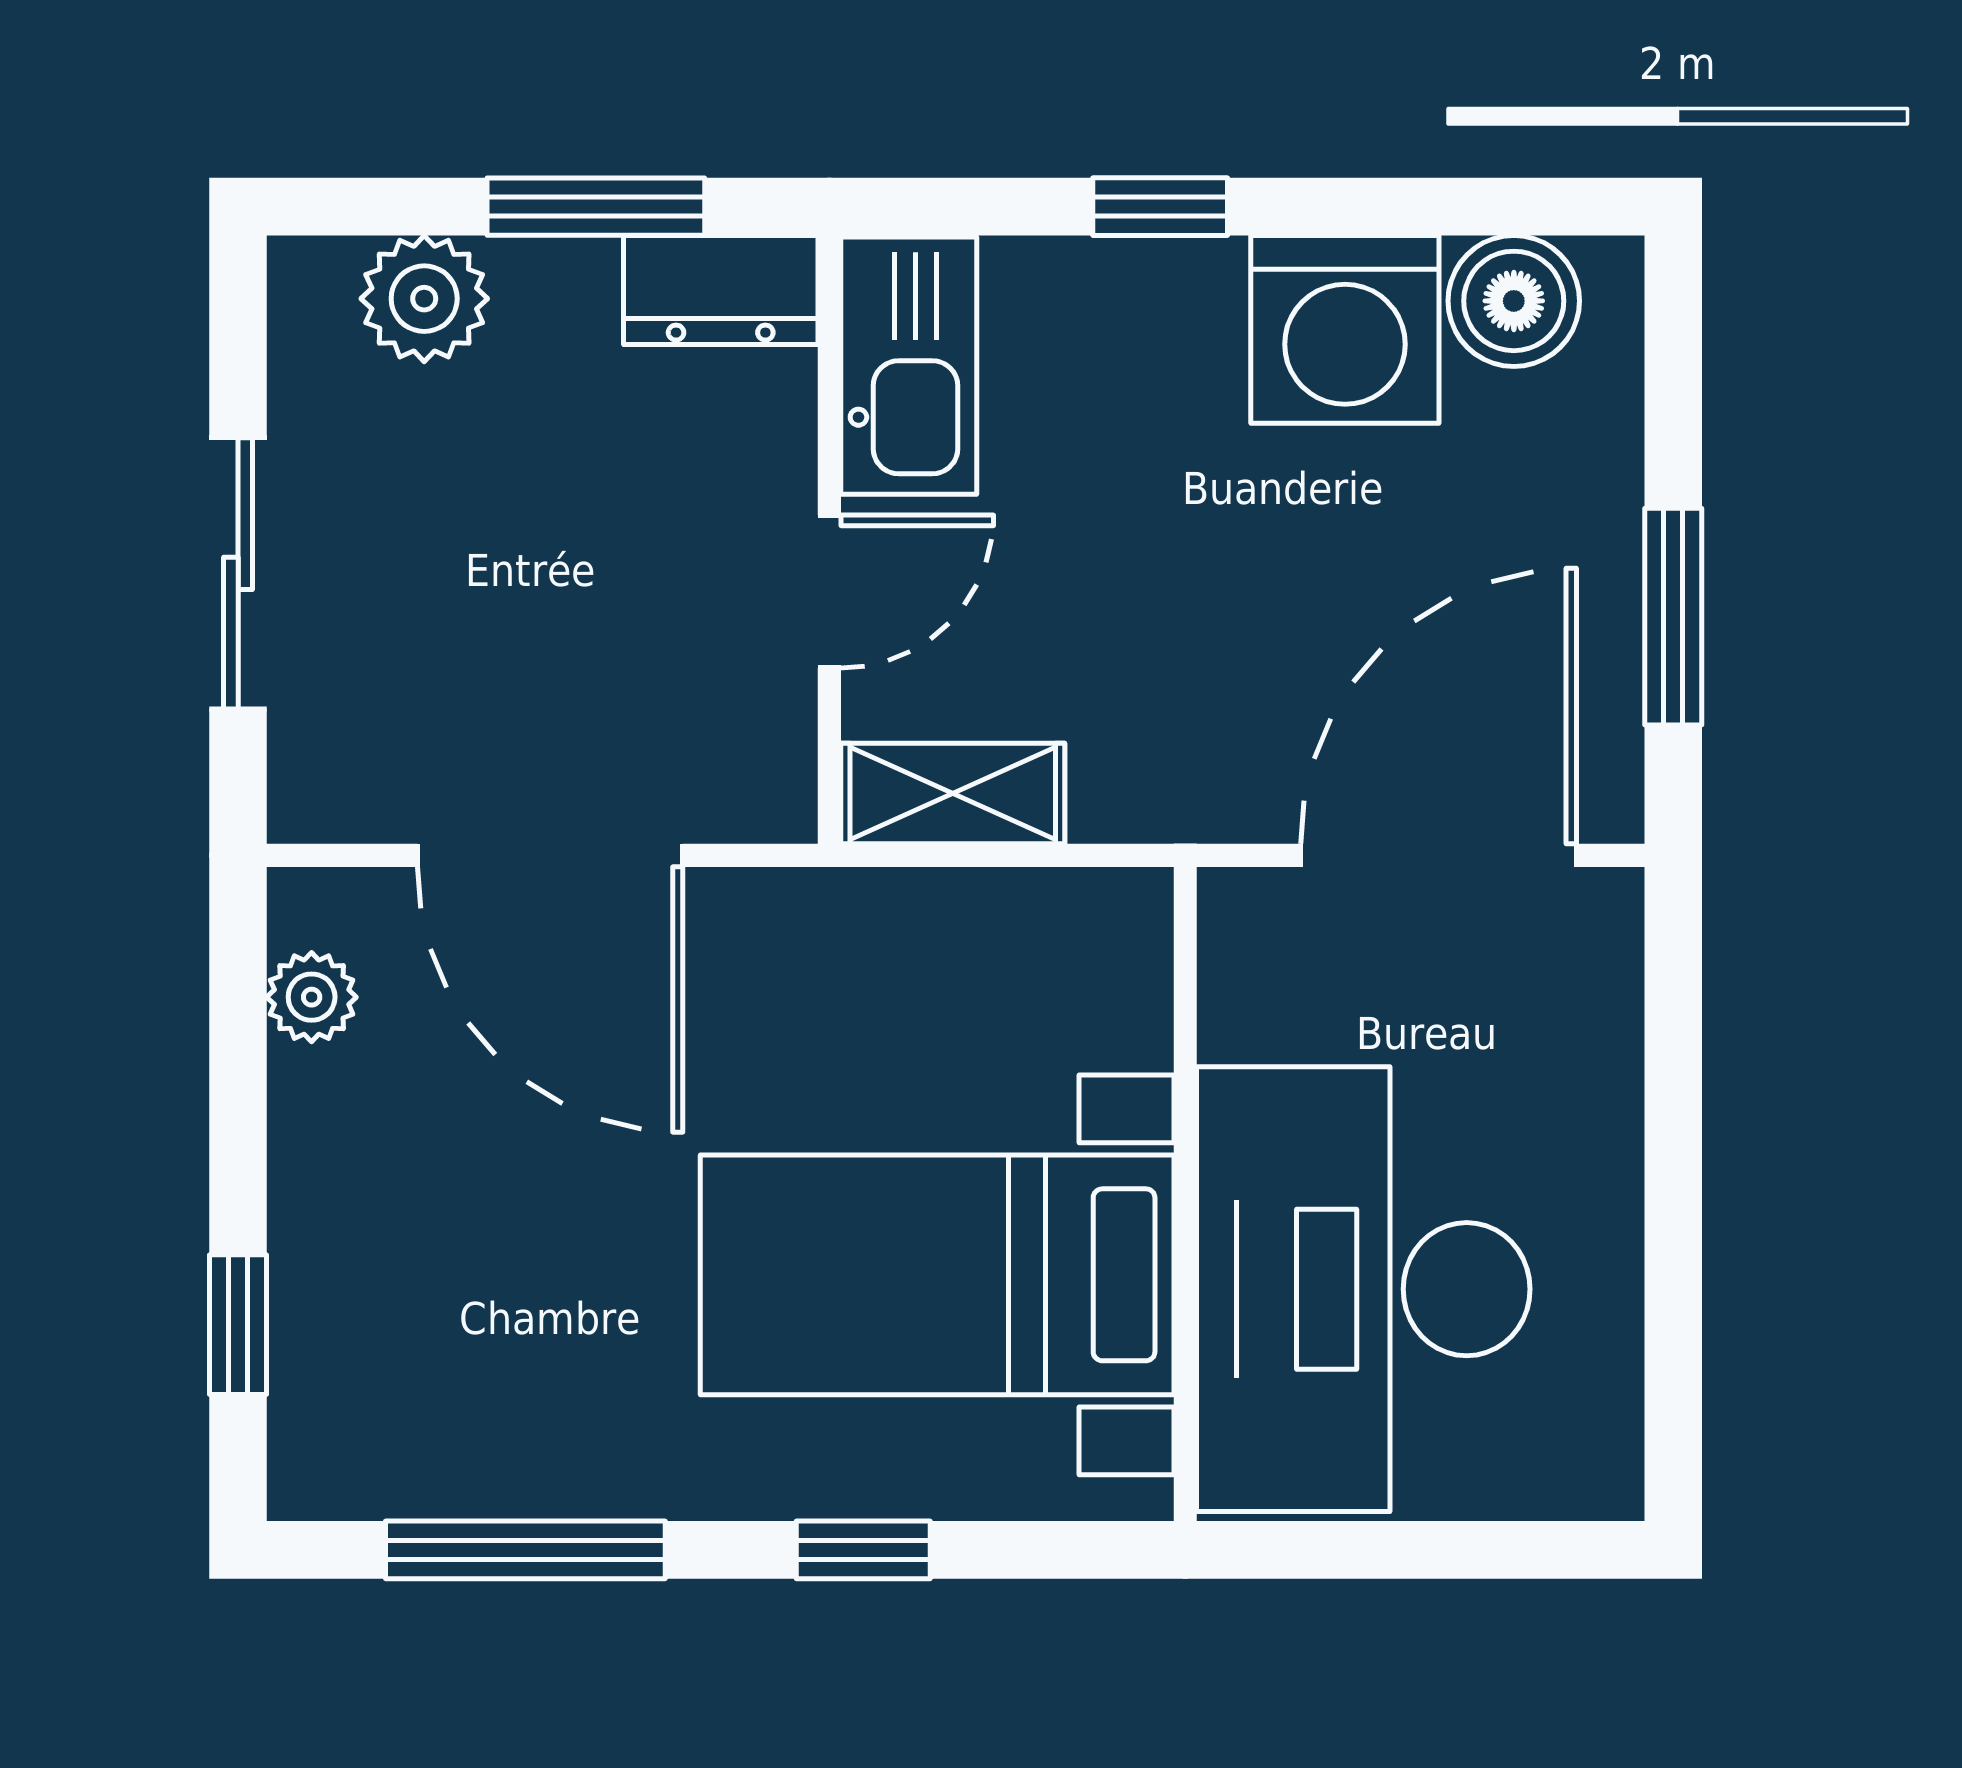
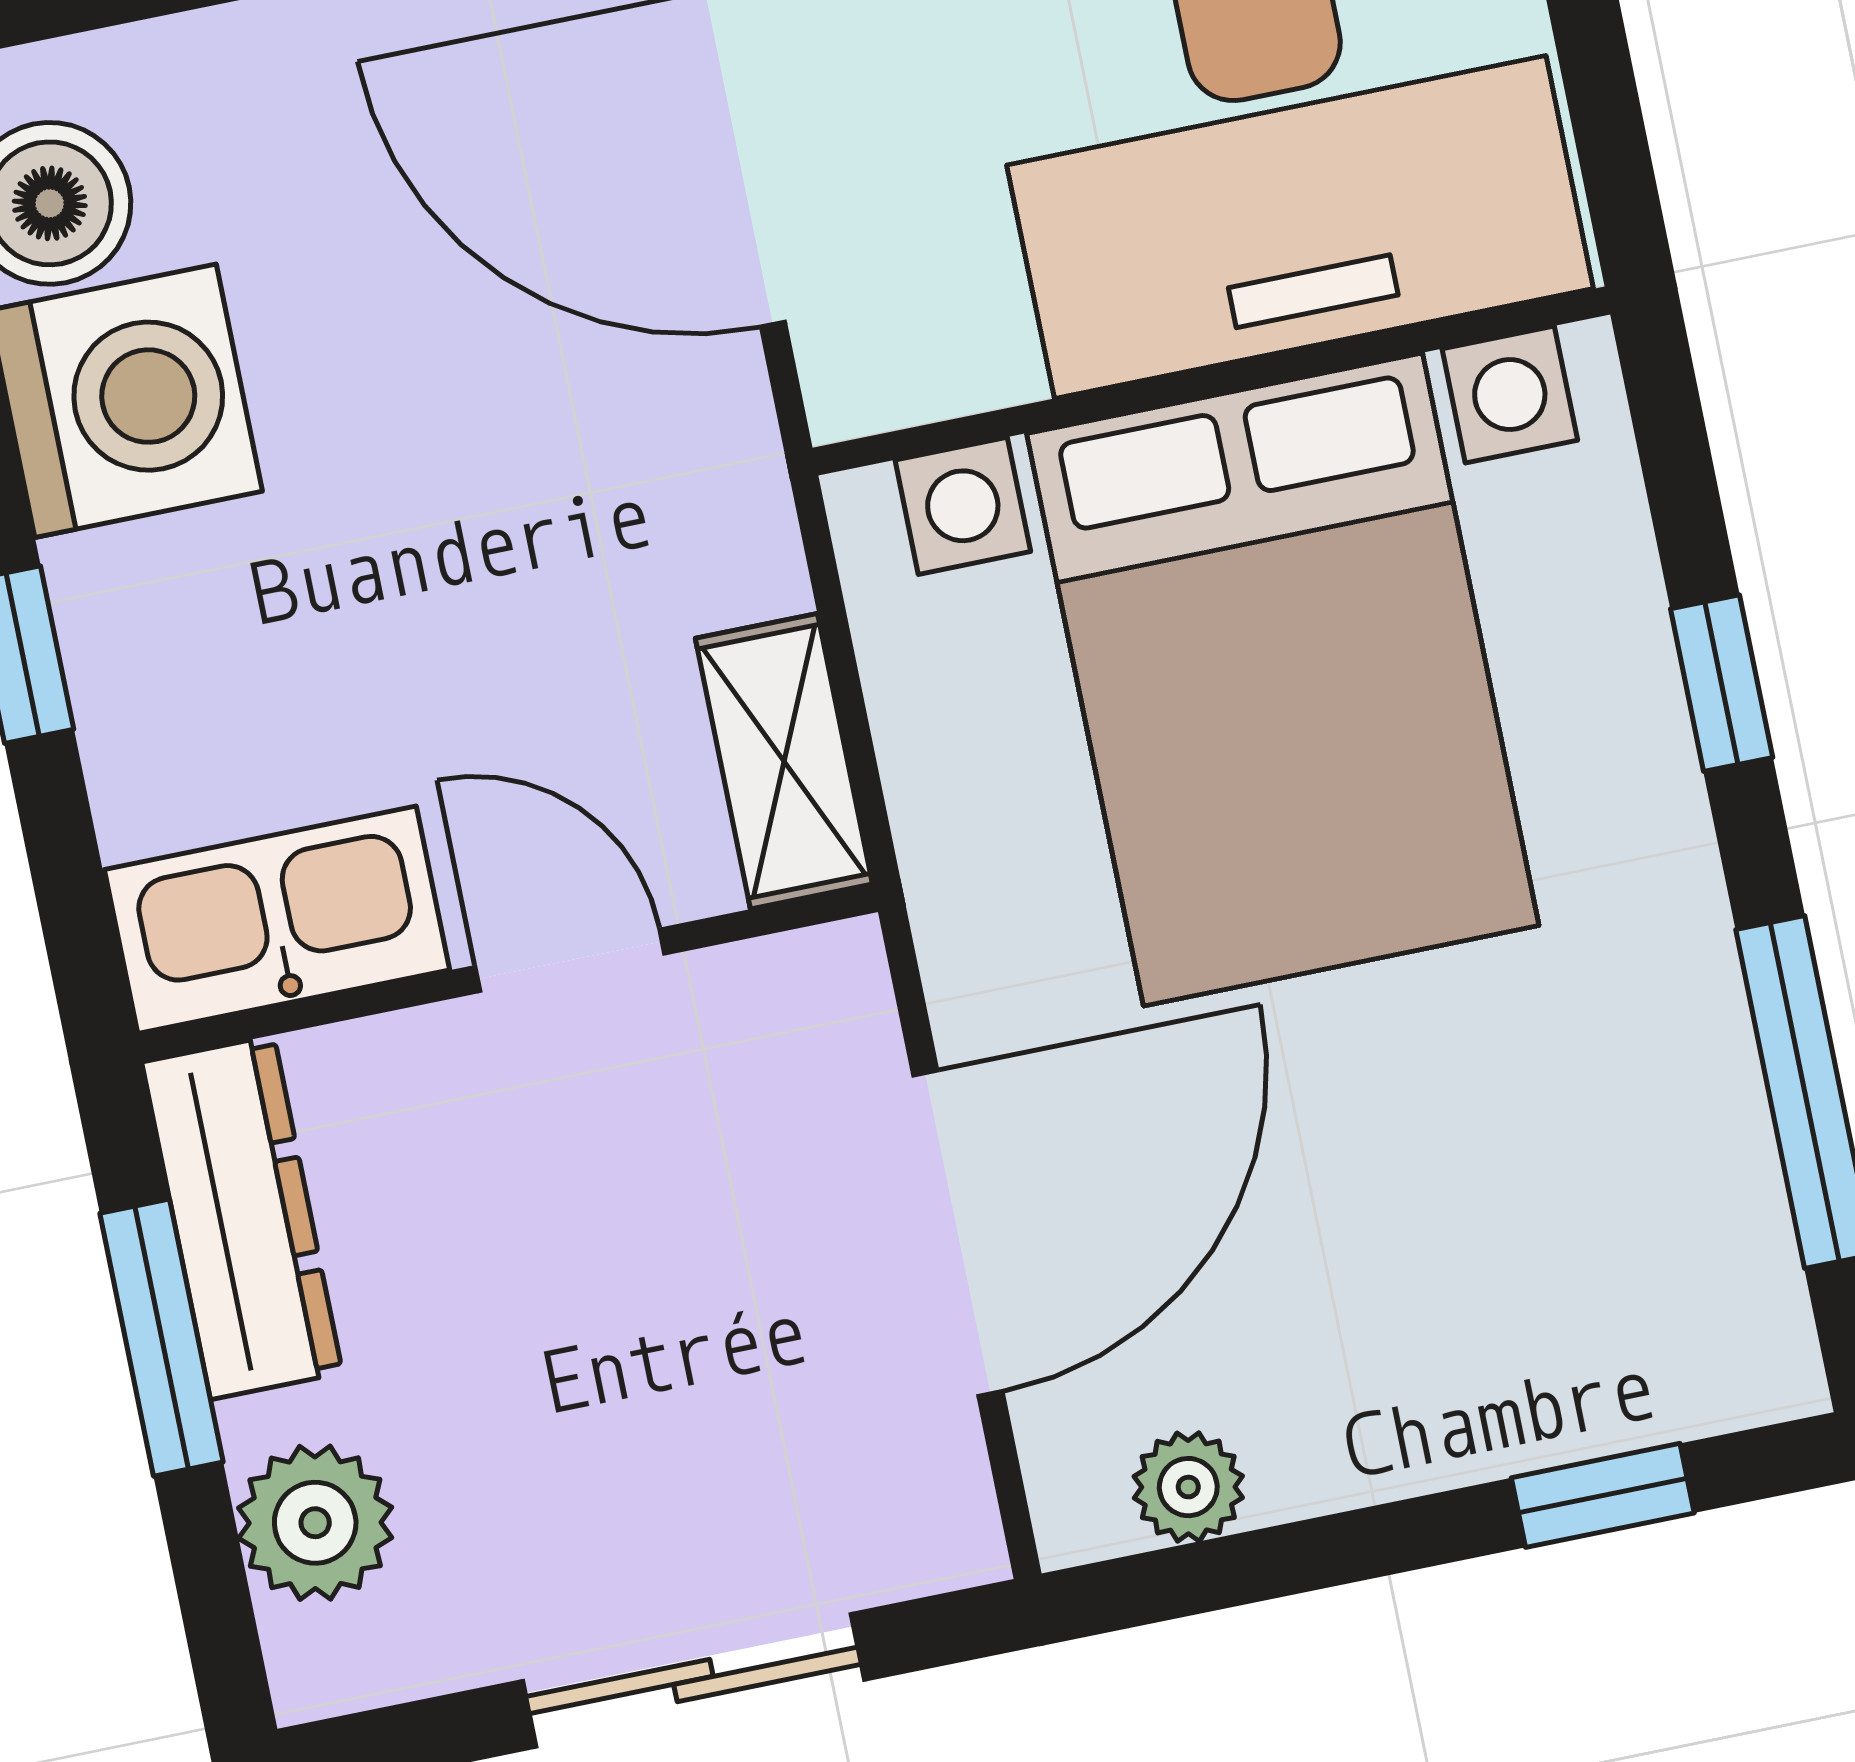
dresser: (721, 290) -> (242, 1217), width x1.44
bed with nightstands: (937, 1275) -> (1283, 679), width x1.36

